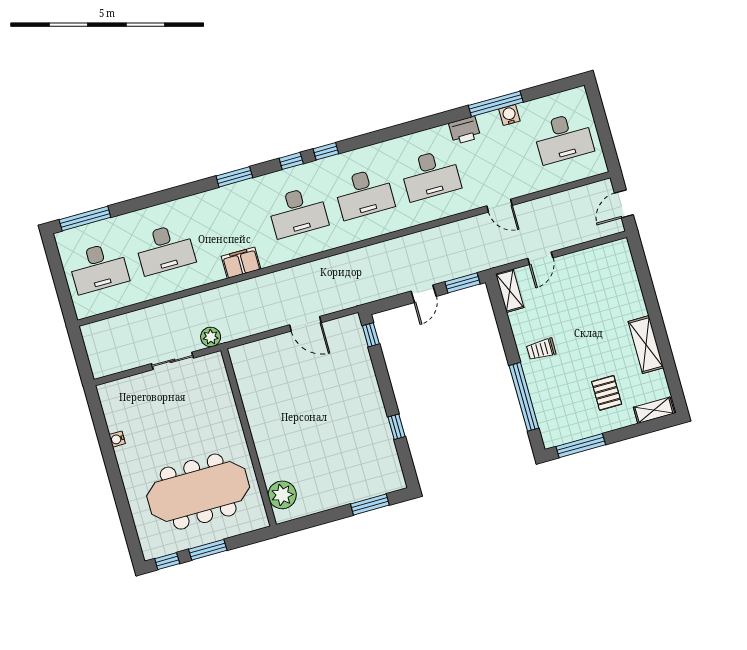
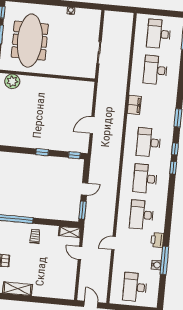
door: (424, 294) -> (85, 189), swing flipped
plant: (211, 337) -> (104, 76), removed
window: (396, 427) -> (42, 152), moved

